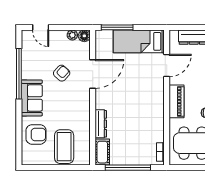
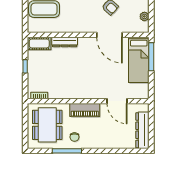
floor lamp: (84, 36) -> (144, 27), removed
bed: (139, 41) -> (139, 60), moved, turned 180
window: (128, 168) -> (25, 66), width x0.32

